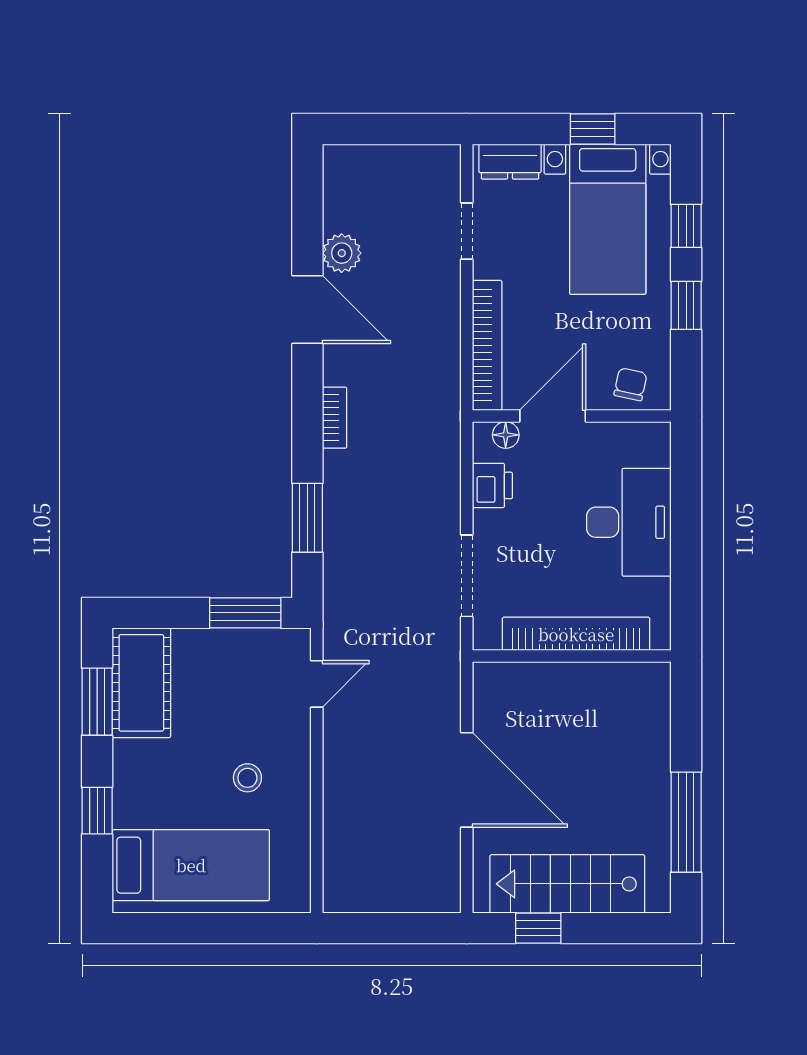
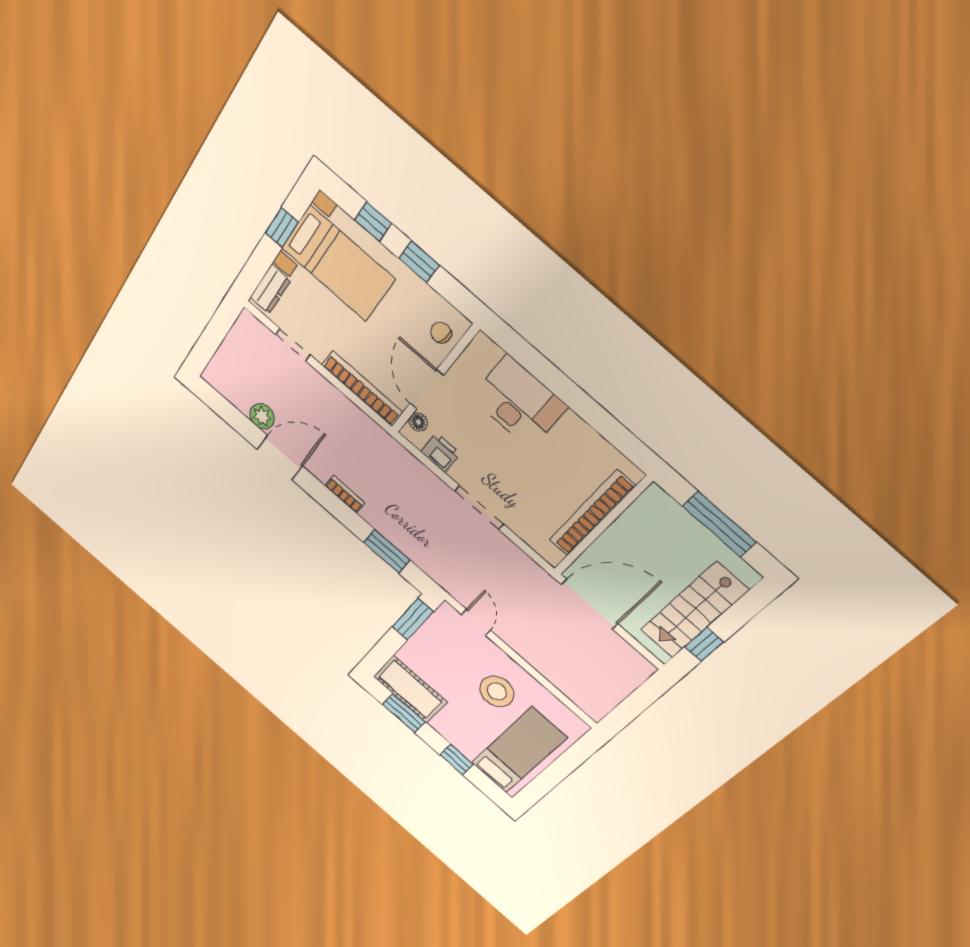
bookcase: (576, 634) -> (592, 513), moved
wall: (572, 656) -> (602, 526), moved
stool: (247, 778) -> (497, 691), width x1.89, depth x1.89

